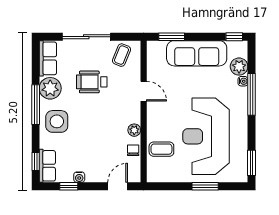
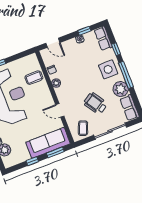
window: (234, 37) -> (32, 161), moved
sofa: (197, 53) -> (48, 143), moved
wheelchair: (92, 82) -> (95, 103), turned -123
window: (36, 162) -> (116, 49), moved
door: (118, 186) -> (53, 43), hinge flipped

